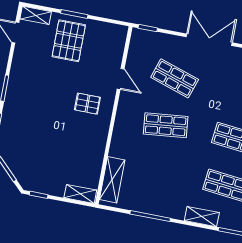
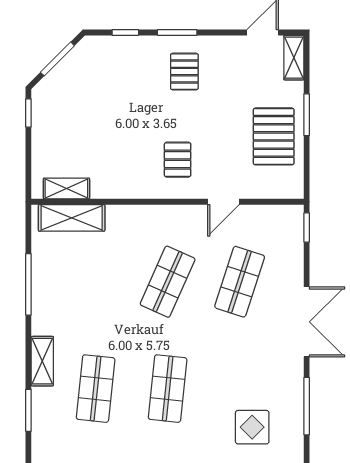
pallet: (69, 41) -> (274, 136), moved, turned 90
pallet: (31, 88) -> (184, 72), added
shop shelf: (166, 125) -> (168, 282), turned 30
shelving: (80, 194) -> (66, 189), moved, turned 90

